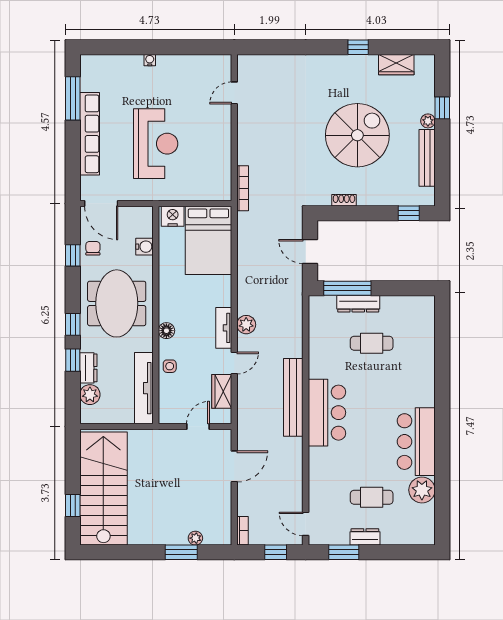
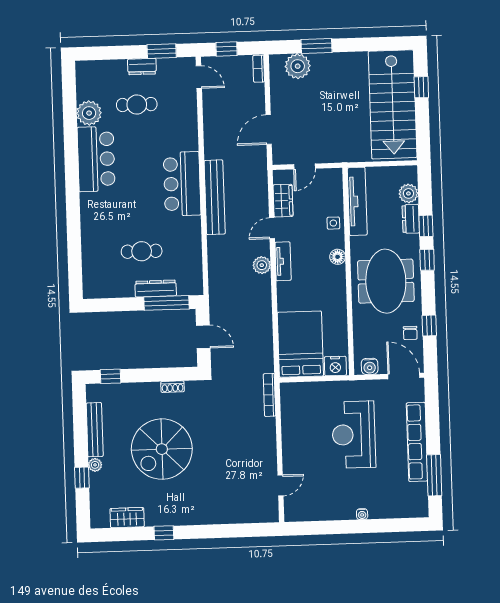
water cooler: (144, 247) -> (370, 366), moved, turned -90
plant: (195, 538) -> (298, 66), width x1.88, depth x1.88

